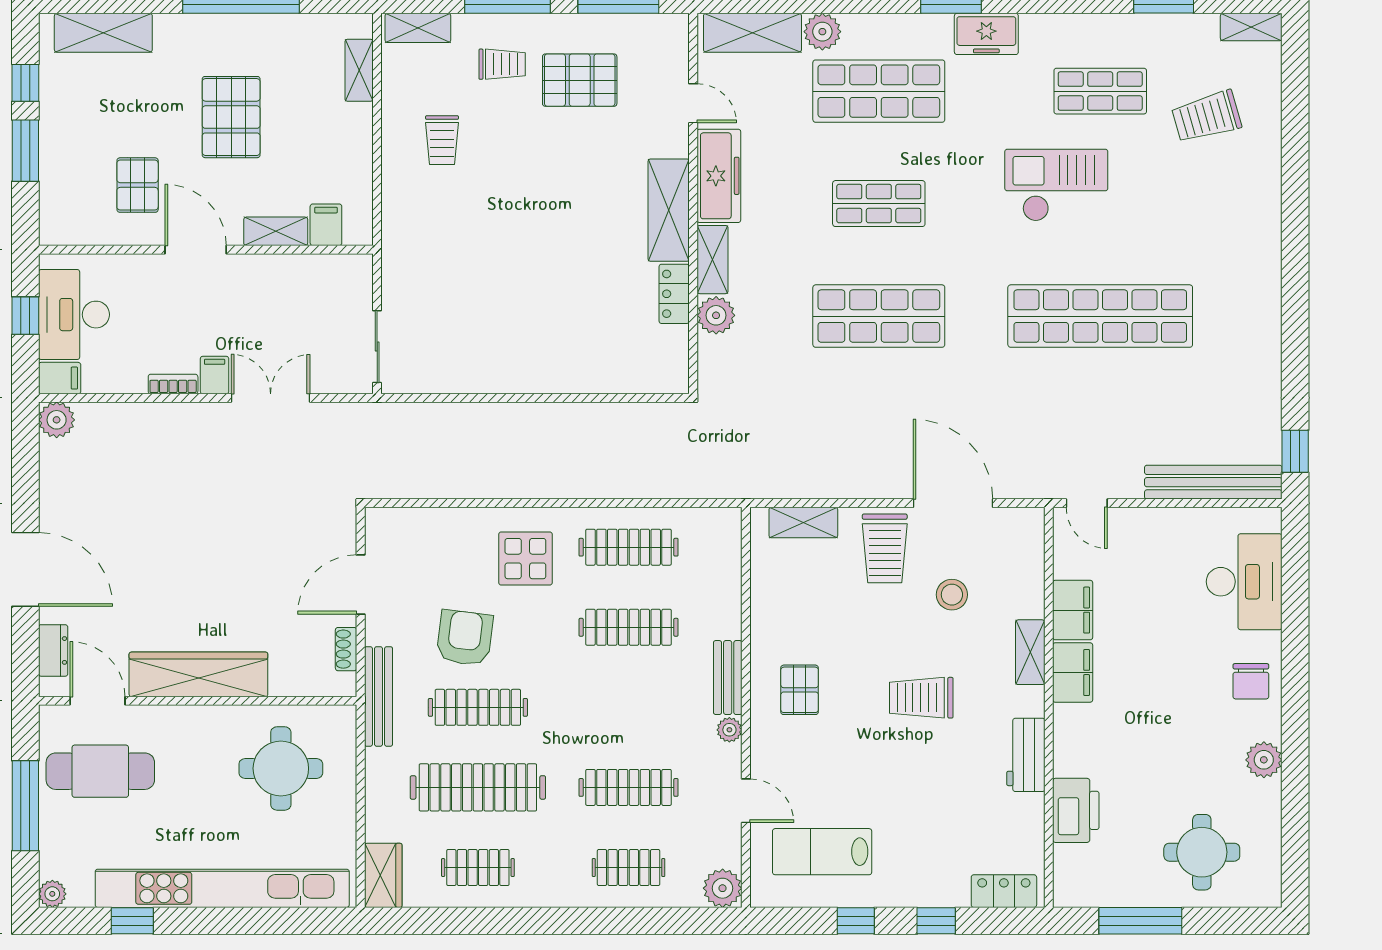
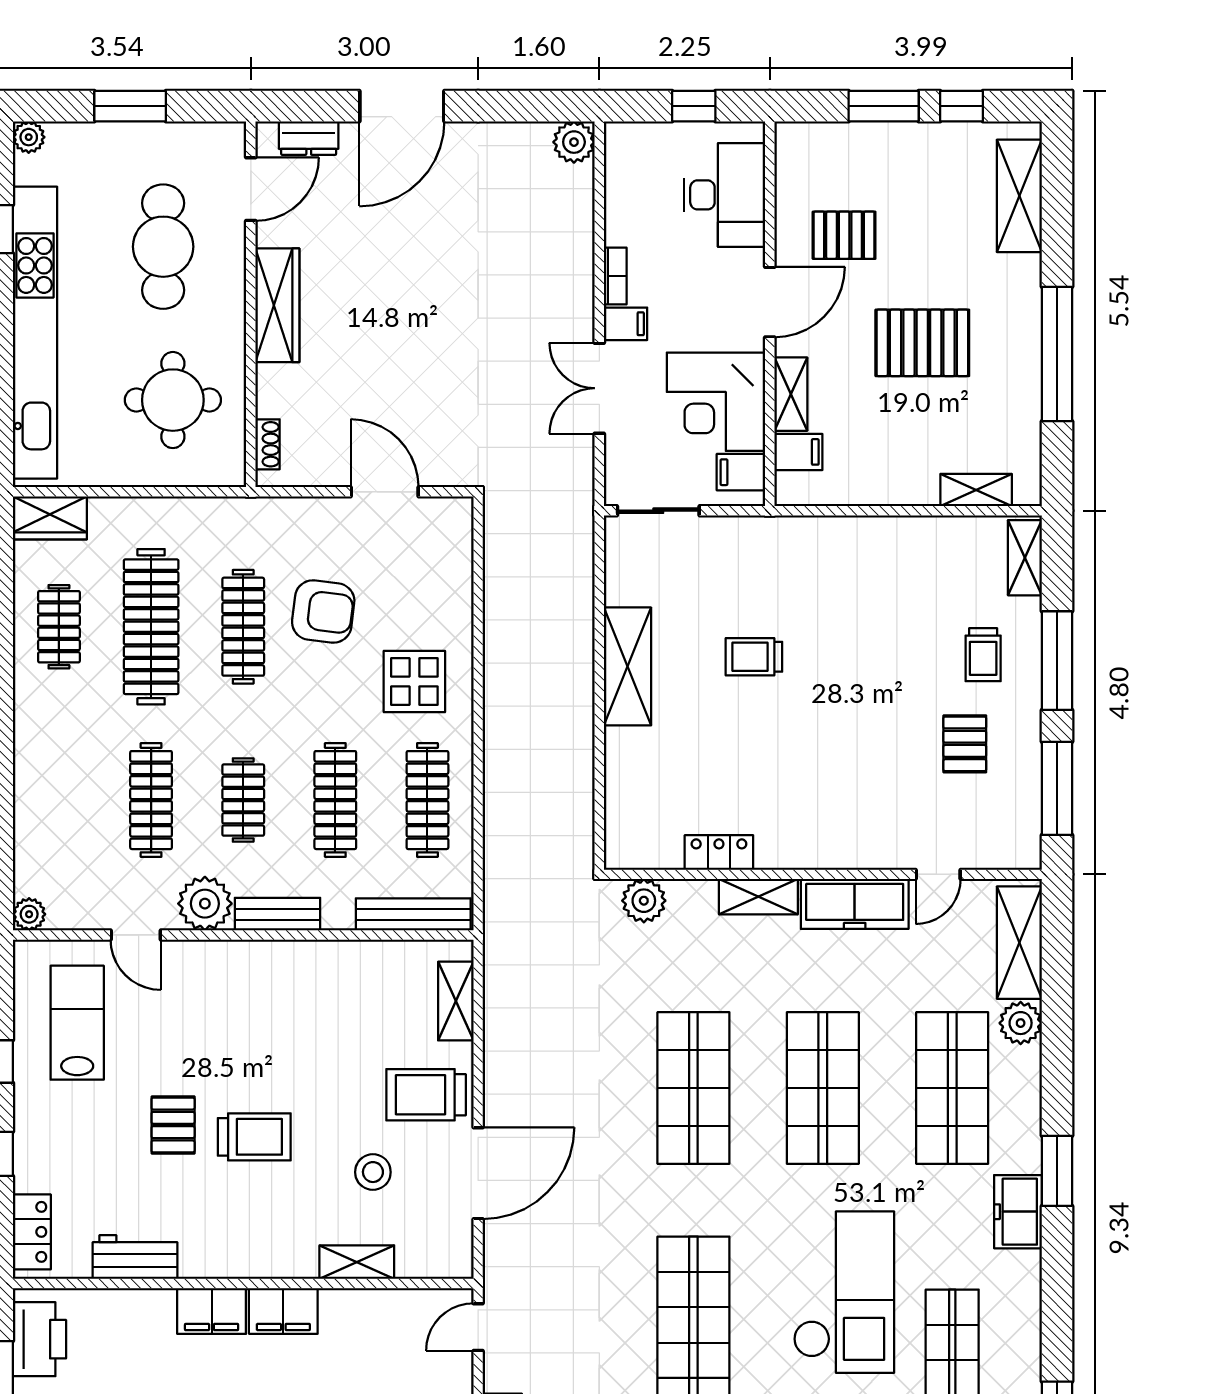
pallet: (580, 80) -> (965, 744), width x0.67, depth x0.71
trolley: (442, 140) -> (754, 657), moved
checkout: (1056, 185) -> (844, 1292), width x1.36, depth x1.21
shop shelf: (879, 204) -> (823, 1088), width x1.43, depth x1.36
shelving: (669, 210) -> (627, 666), moved, turned 90
corner desk: (282, 296) -> (716, 402), added
desk: (74, 315) -> (724, 195), moved, turned 90
plant: (716, 315) -> (644, 901), moved
filing cabinet: (60, 378) -> (741, 472), moved, turned 90
double door: (271, 398) -> (599, 388), swing flipped
filing cabinet: (1073, 610) -> (212, 1311), moved
shoe rack: (346, 649) -> (267, 444), moved, turned 90
shelving: (1030, 652) -> (357, 1262), moved
wardrobe: (198, 674) -> (277, 305), width x0.71, depth x0.85
pallet: (800, 690) -> (173, 1125), moved, turned 90
bench: (379, 696) -> (413, 914), moved
trolley: (921, 698) -> (254, 1137), turned 90
plant: (729, 730) -> (205, 904), width x1.87, depth x1.87
workbench: (1026, 755) -> (135, 1257), moved
cafe table: (100, 771) -> (163, 247), moved
door: (746, 801) -> (136, 935), hinge flipped
window: (25, 806) -> (130, 106), width x0.69
printer: (1076, 810) -> (39, 1339), moved, turned -90
clothes rail: (629, 868) -> (243, 800), moved
plant: (723, 888) -> (29, 914), width x0.73, depth x0.73

